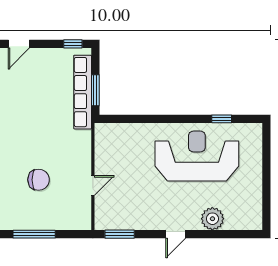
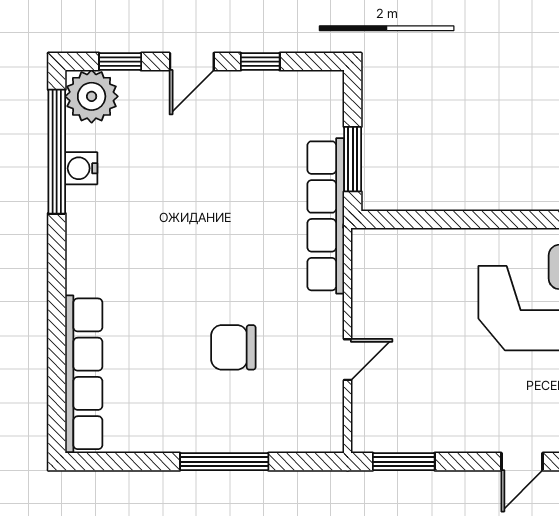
window: (73, 44) -> (260, 62), moved
row of seats: (83, 92) -> (326, 216), moved
chair: (39, 180) -> (233, 347), turned 180

